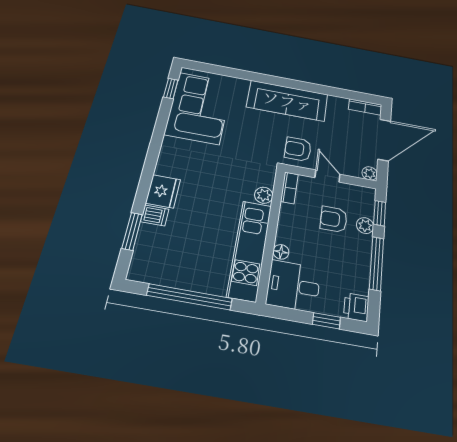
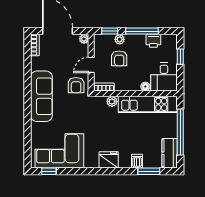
fridge: (163, 191) -> (109, 160), moved
kitchen counter: (155, 272) -> (170, 153), added
printer: (356, 307) -> (153, 41), moved

